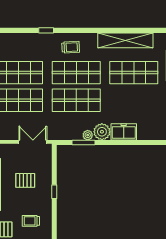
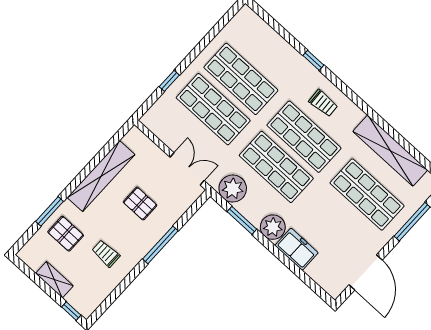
plant: (88, 135) -> (233, 189), moved, width x1.88, depth x1.88
window: (54, 192) -> (160, 245), width x2.17

